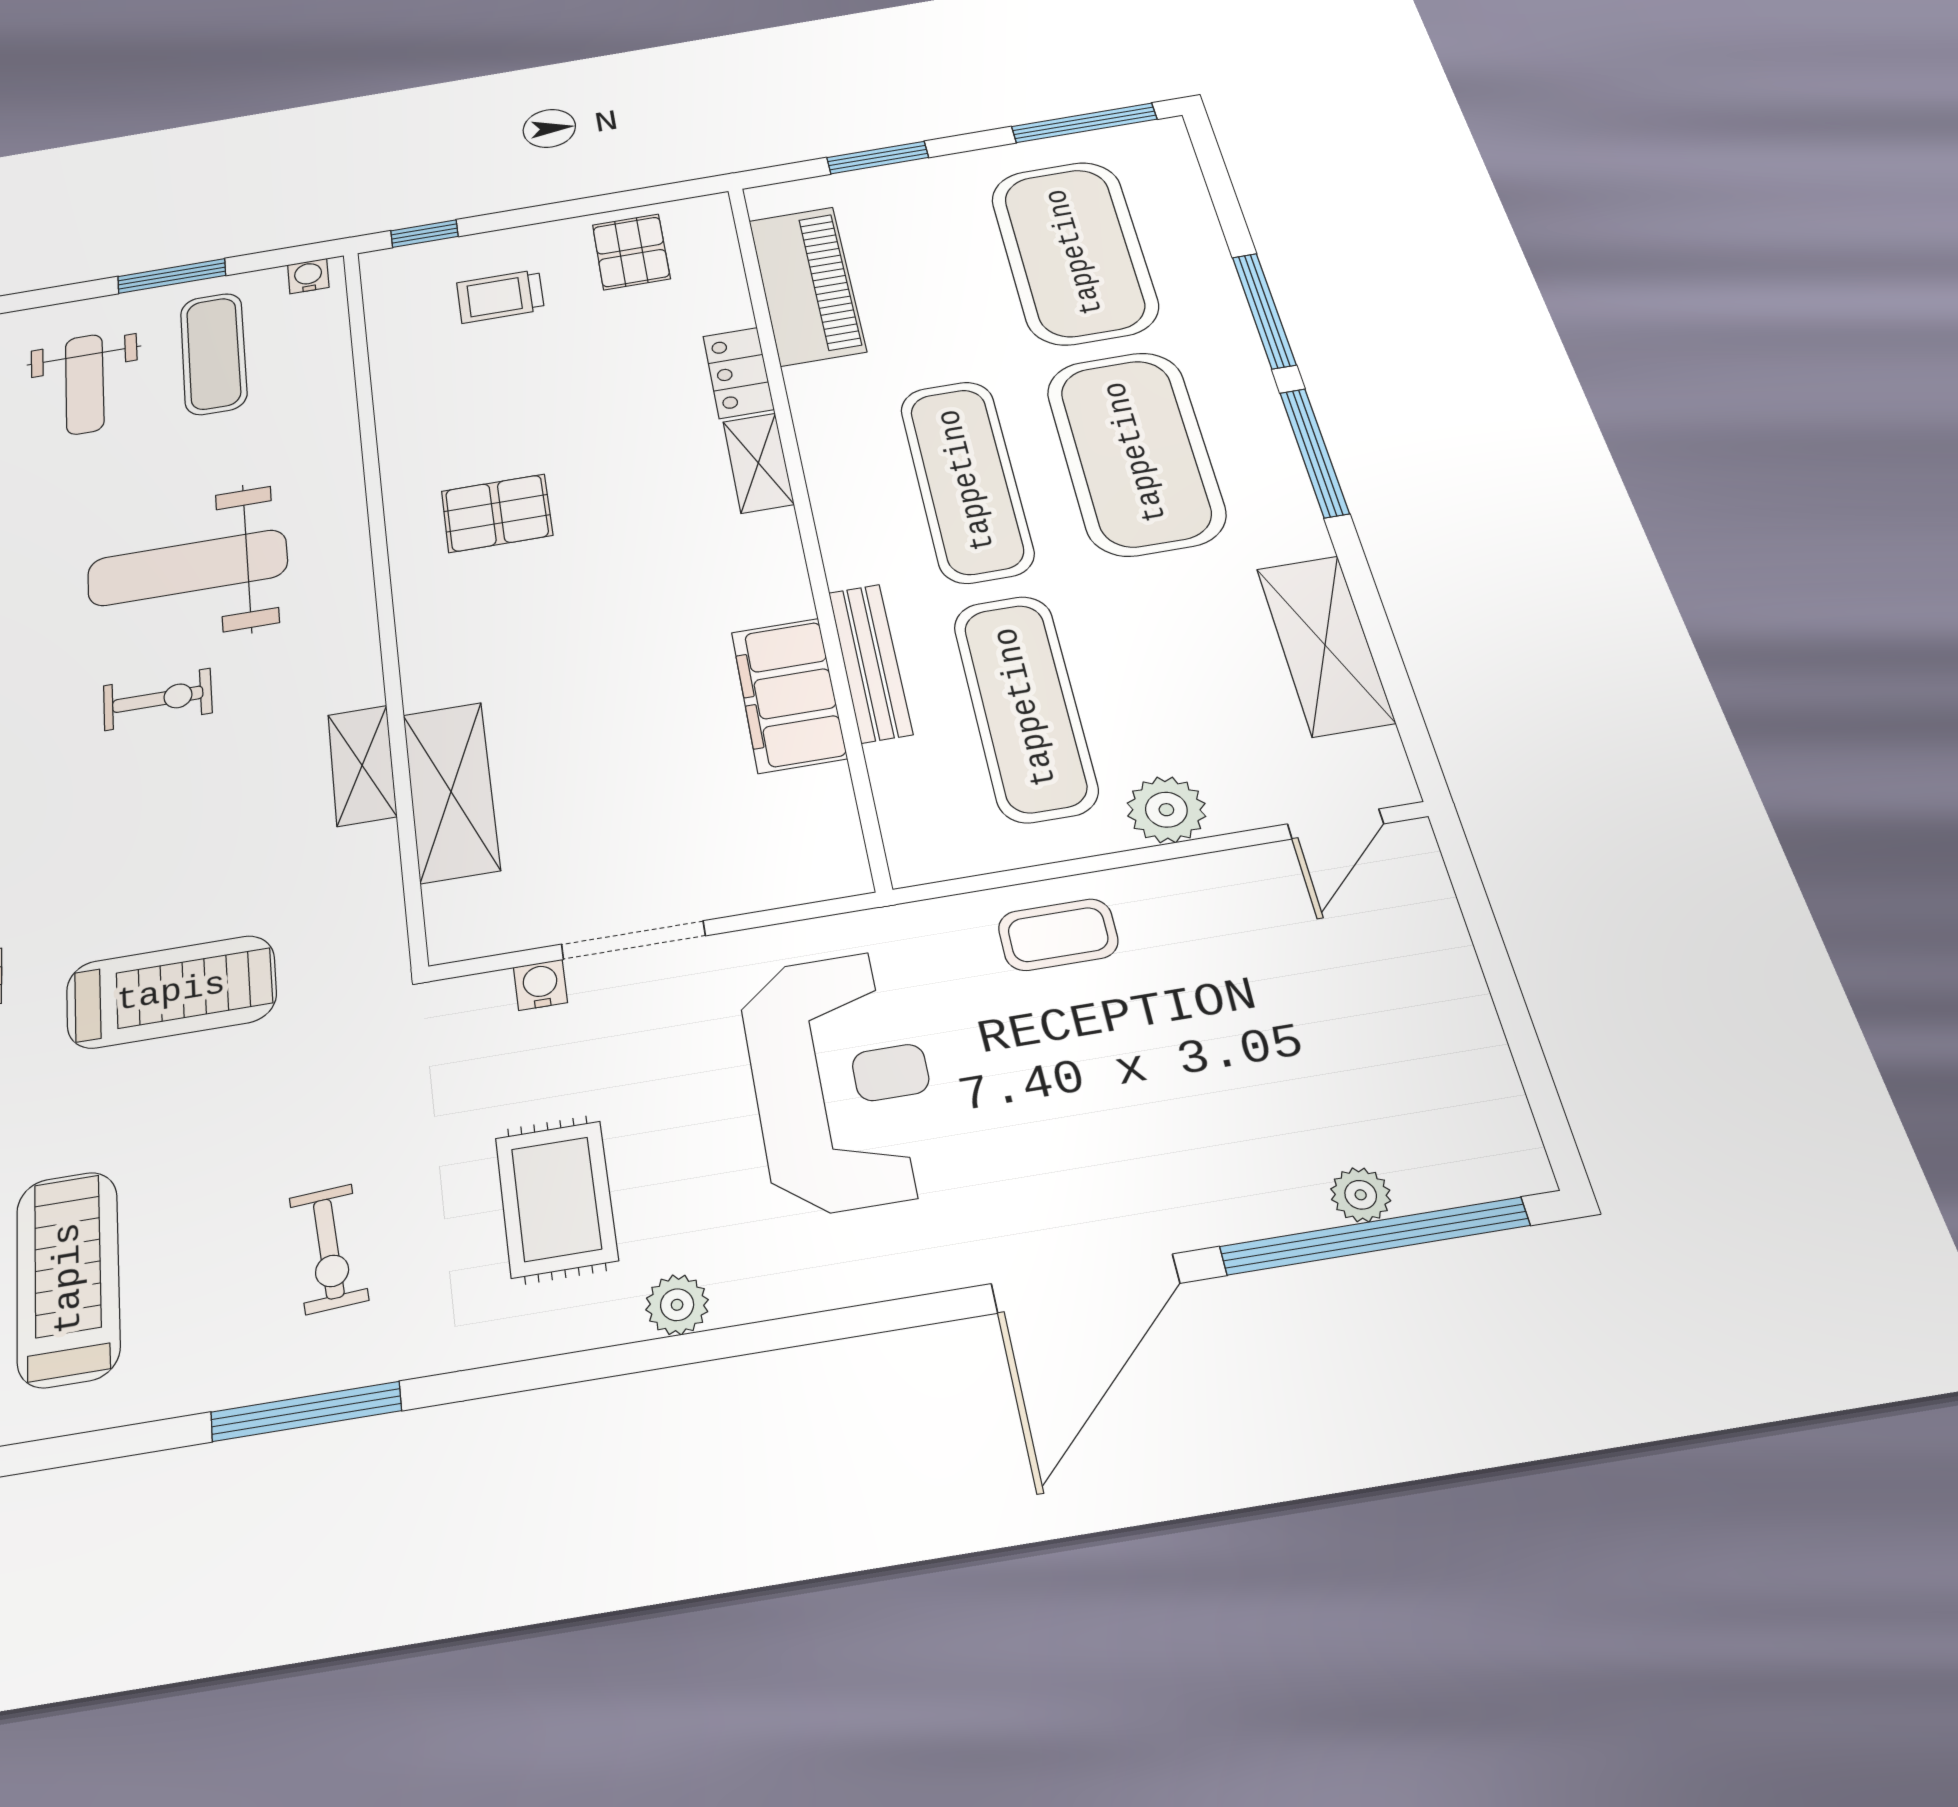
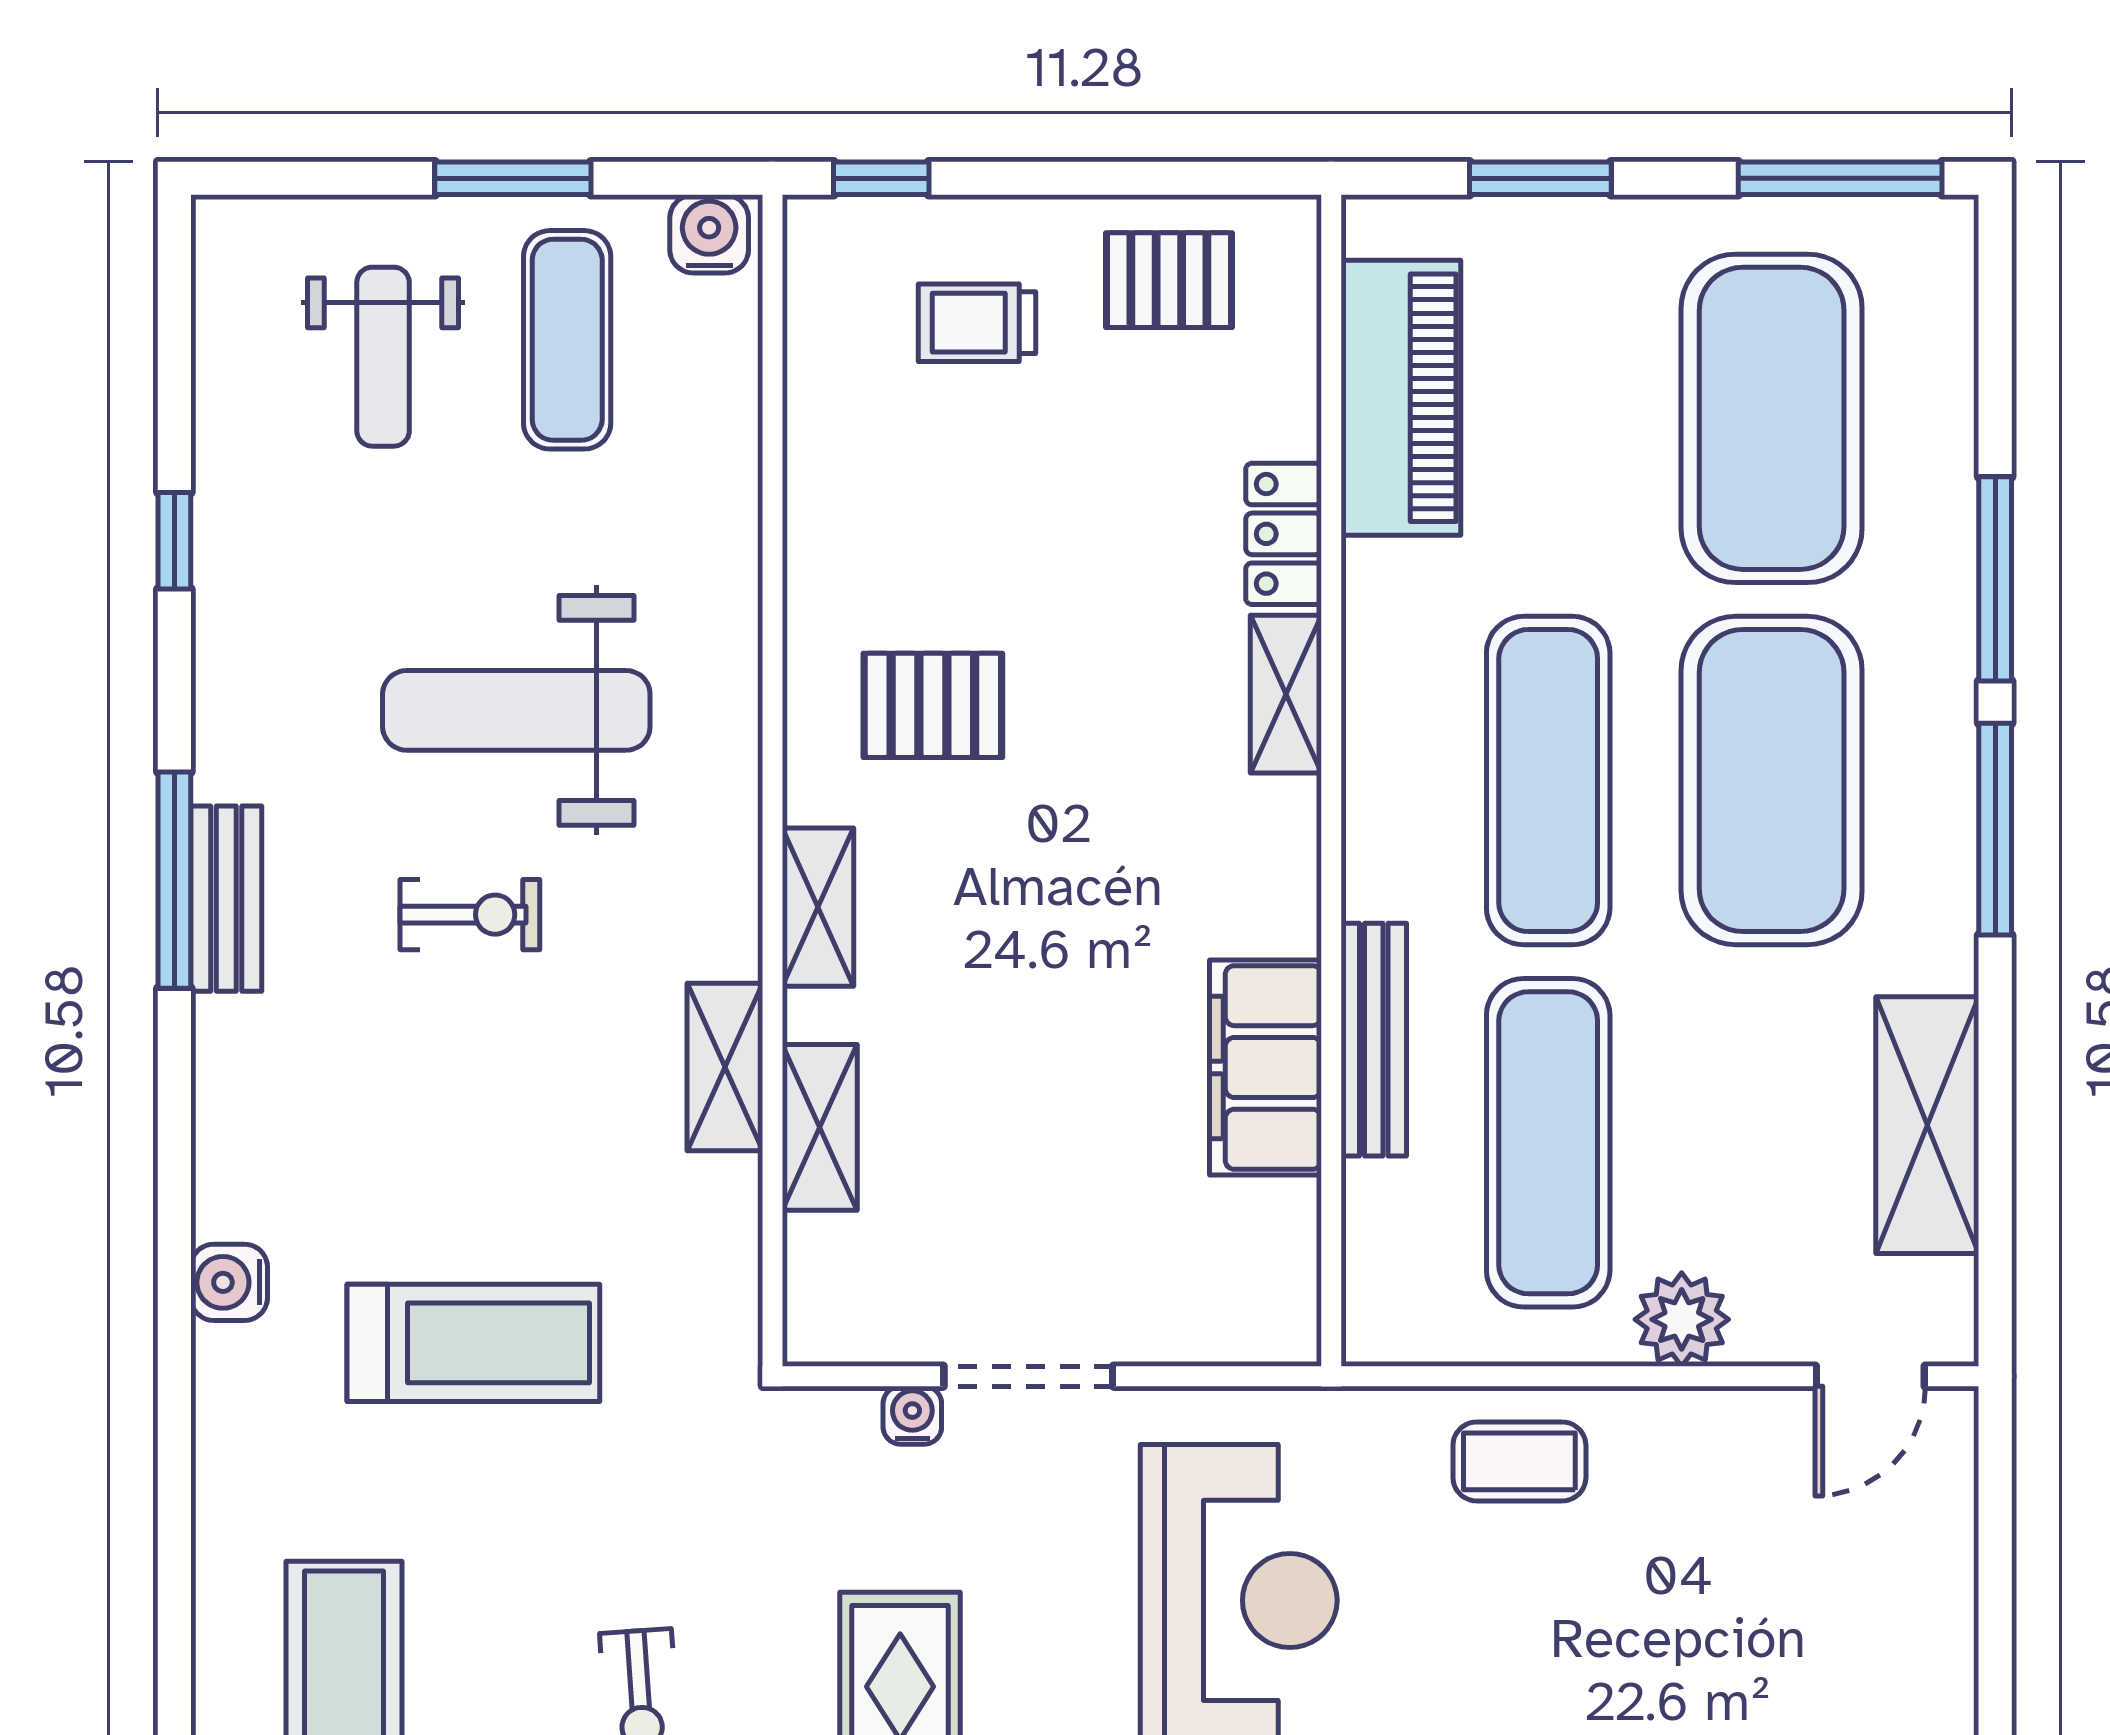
pallet: (631, 252) -> (1169, 280), turned 90
water cooler: (308, 276) -> (709, 234), width x1.38, depth x1.38
shelving: (425, 650) -> (818, 907), added
shelving: (451, 792) -> (820, 1127), width x0.67, depth x0.75

